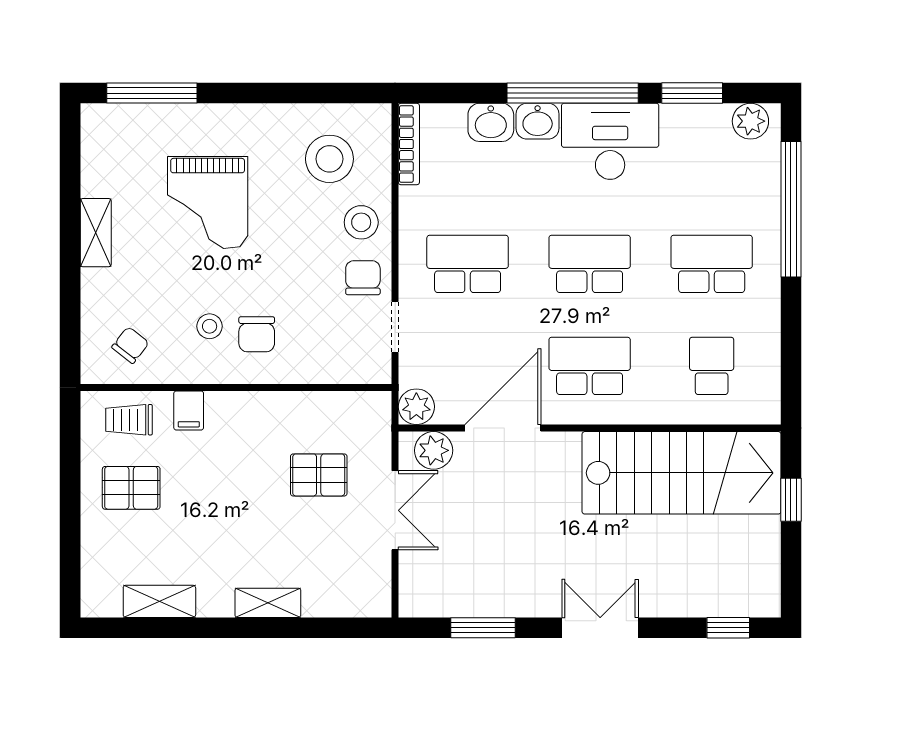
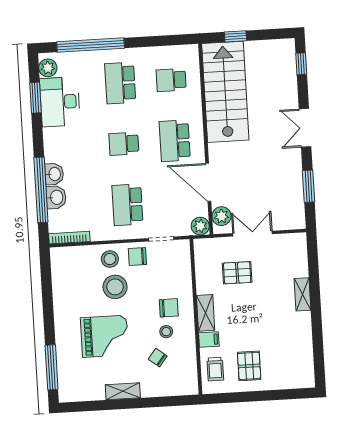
window: (573, 93) -> (41, 190), moved
desk: (610, 141) -> (60, 102), moved
stool: (329, 159) -> (115, 287), moved
school desk: (590, 264) -> (124, 144), width x0.54
chair: (130, 345) -> (158, 358), moved
pallet: (319, 475) -> (237, 273), turned 90
shelving: (159, 601) -> (206, 313), moved

